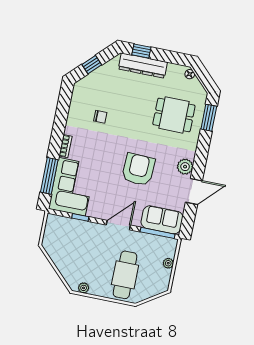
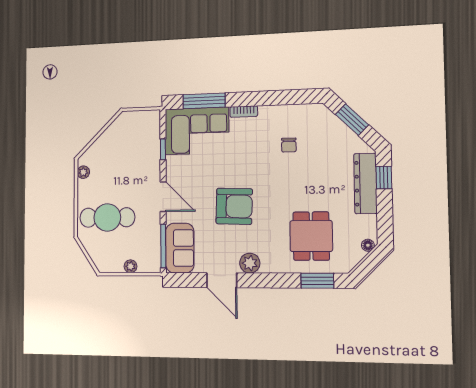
window: (92, 65) -> (352, 120), width x1.50

